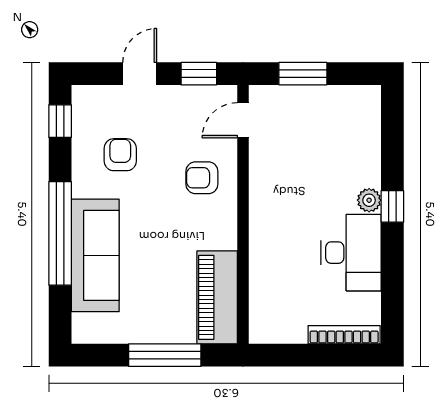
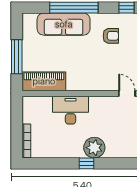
armchair: (202, 178) -> (100, 74), removed
plant: (369, 200) -> (94, 148), width x1.88, depth x1.88
desk: (351, 253) -> (71, 110), moved, turned 180

